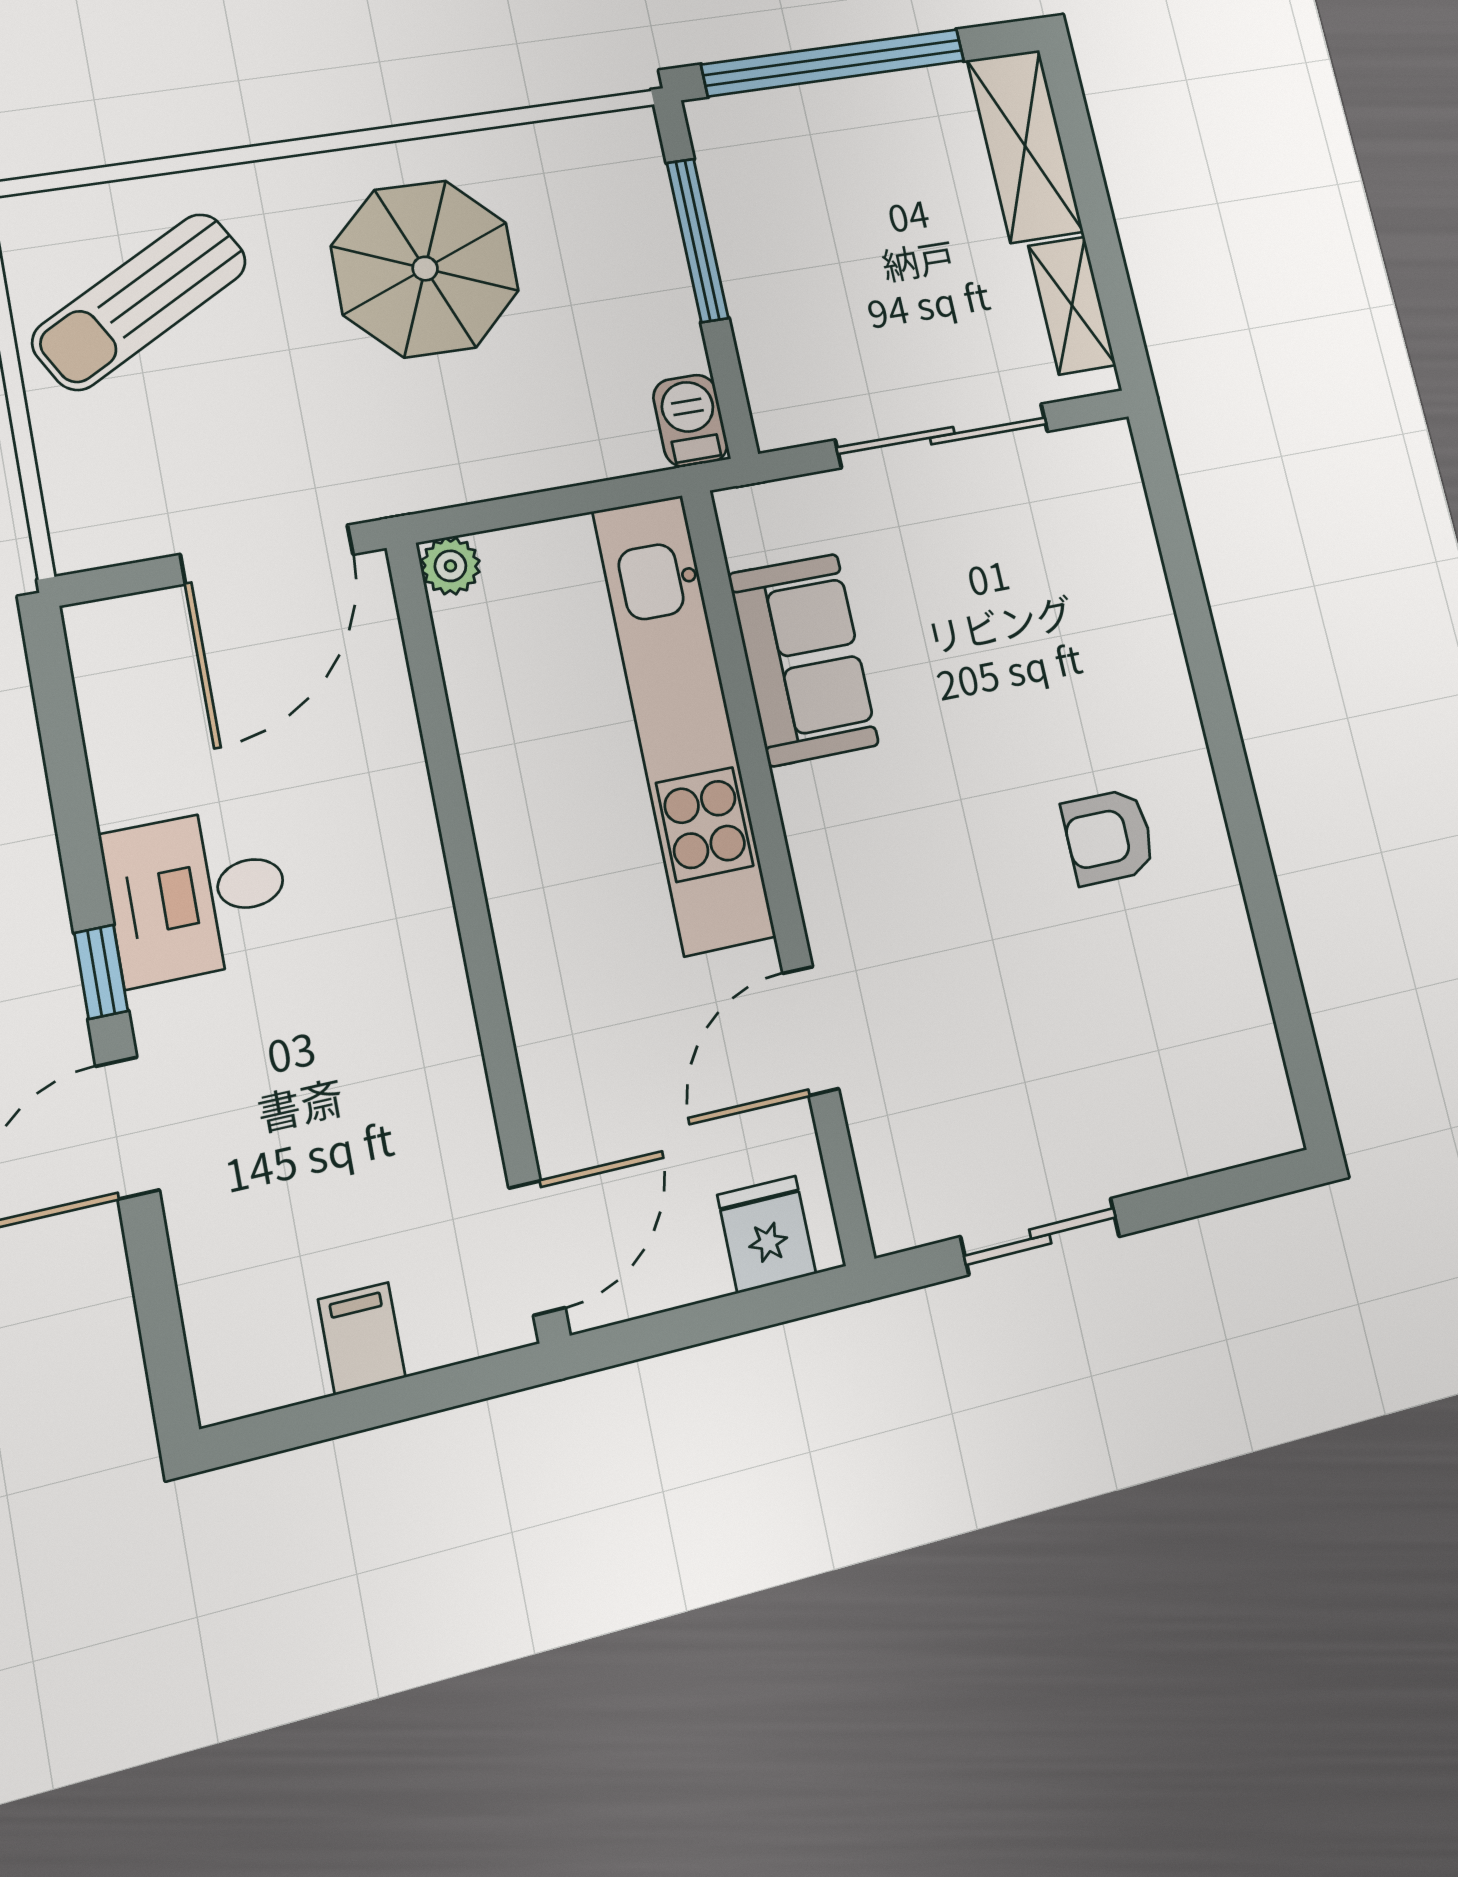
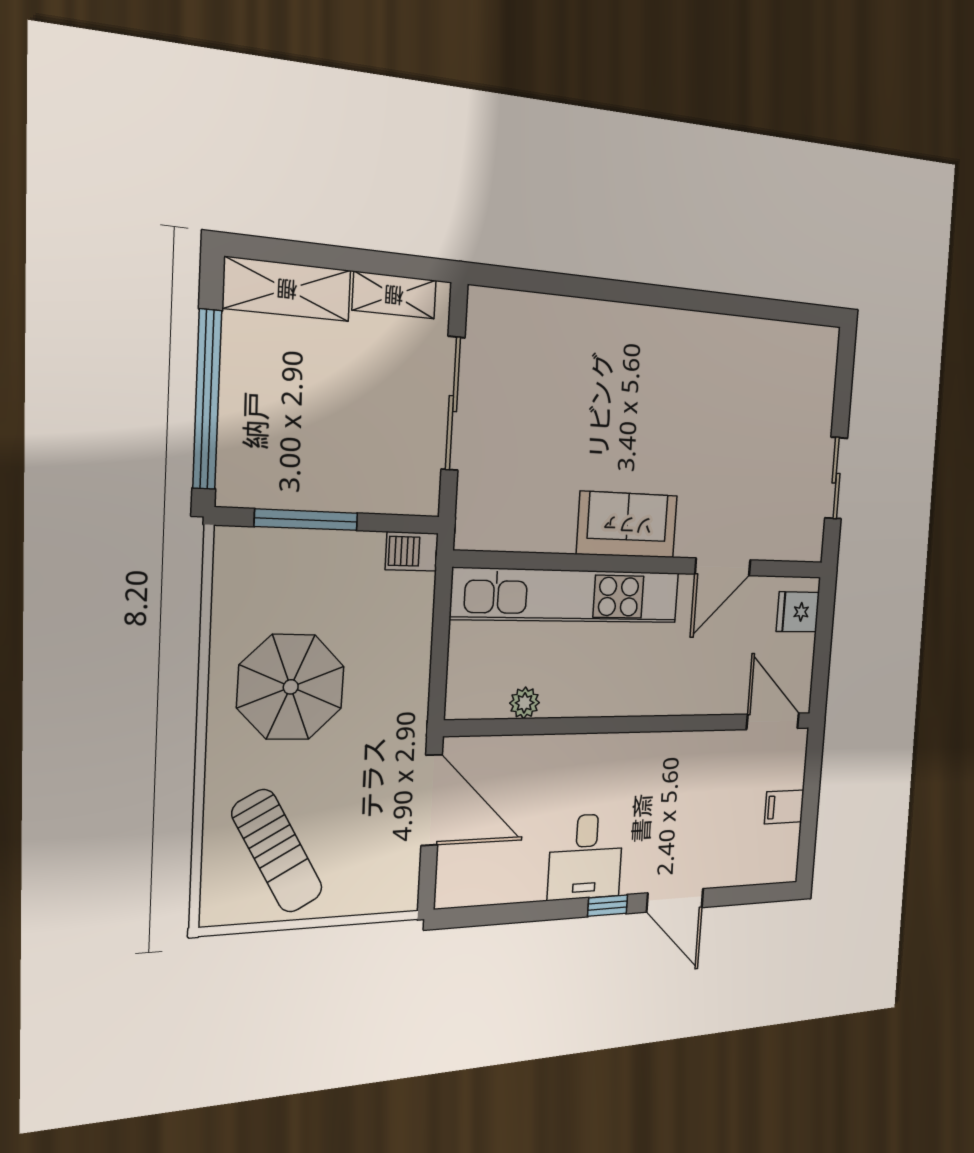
plant: (450, 566) -> (525, 703), moved
sofa: (803, 659) -> (627, 525), moved
armchair: (1109, 837) -> (679, 379), removed
door: (811, 1031) -> (723, 567), hinge flipped

